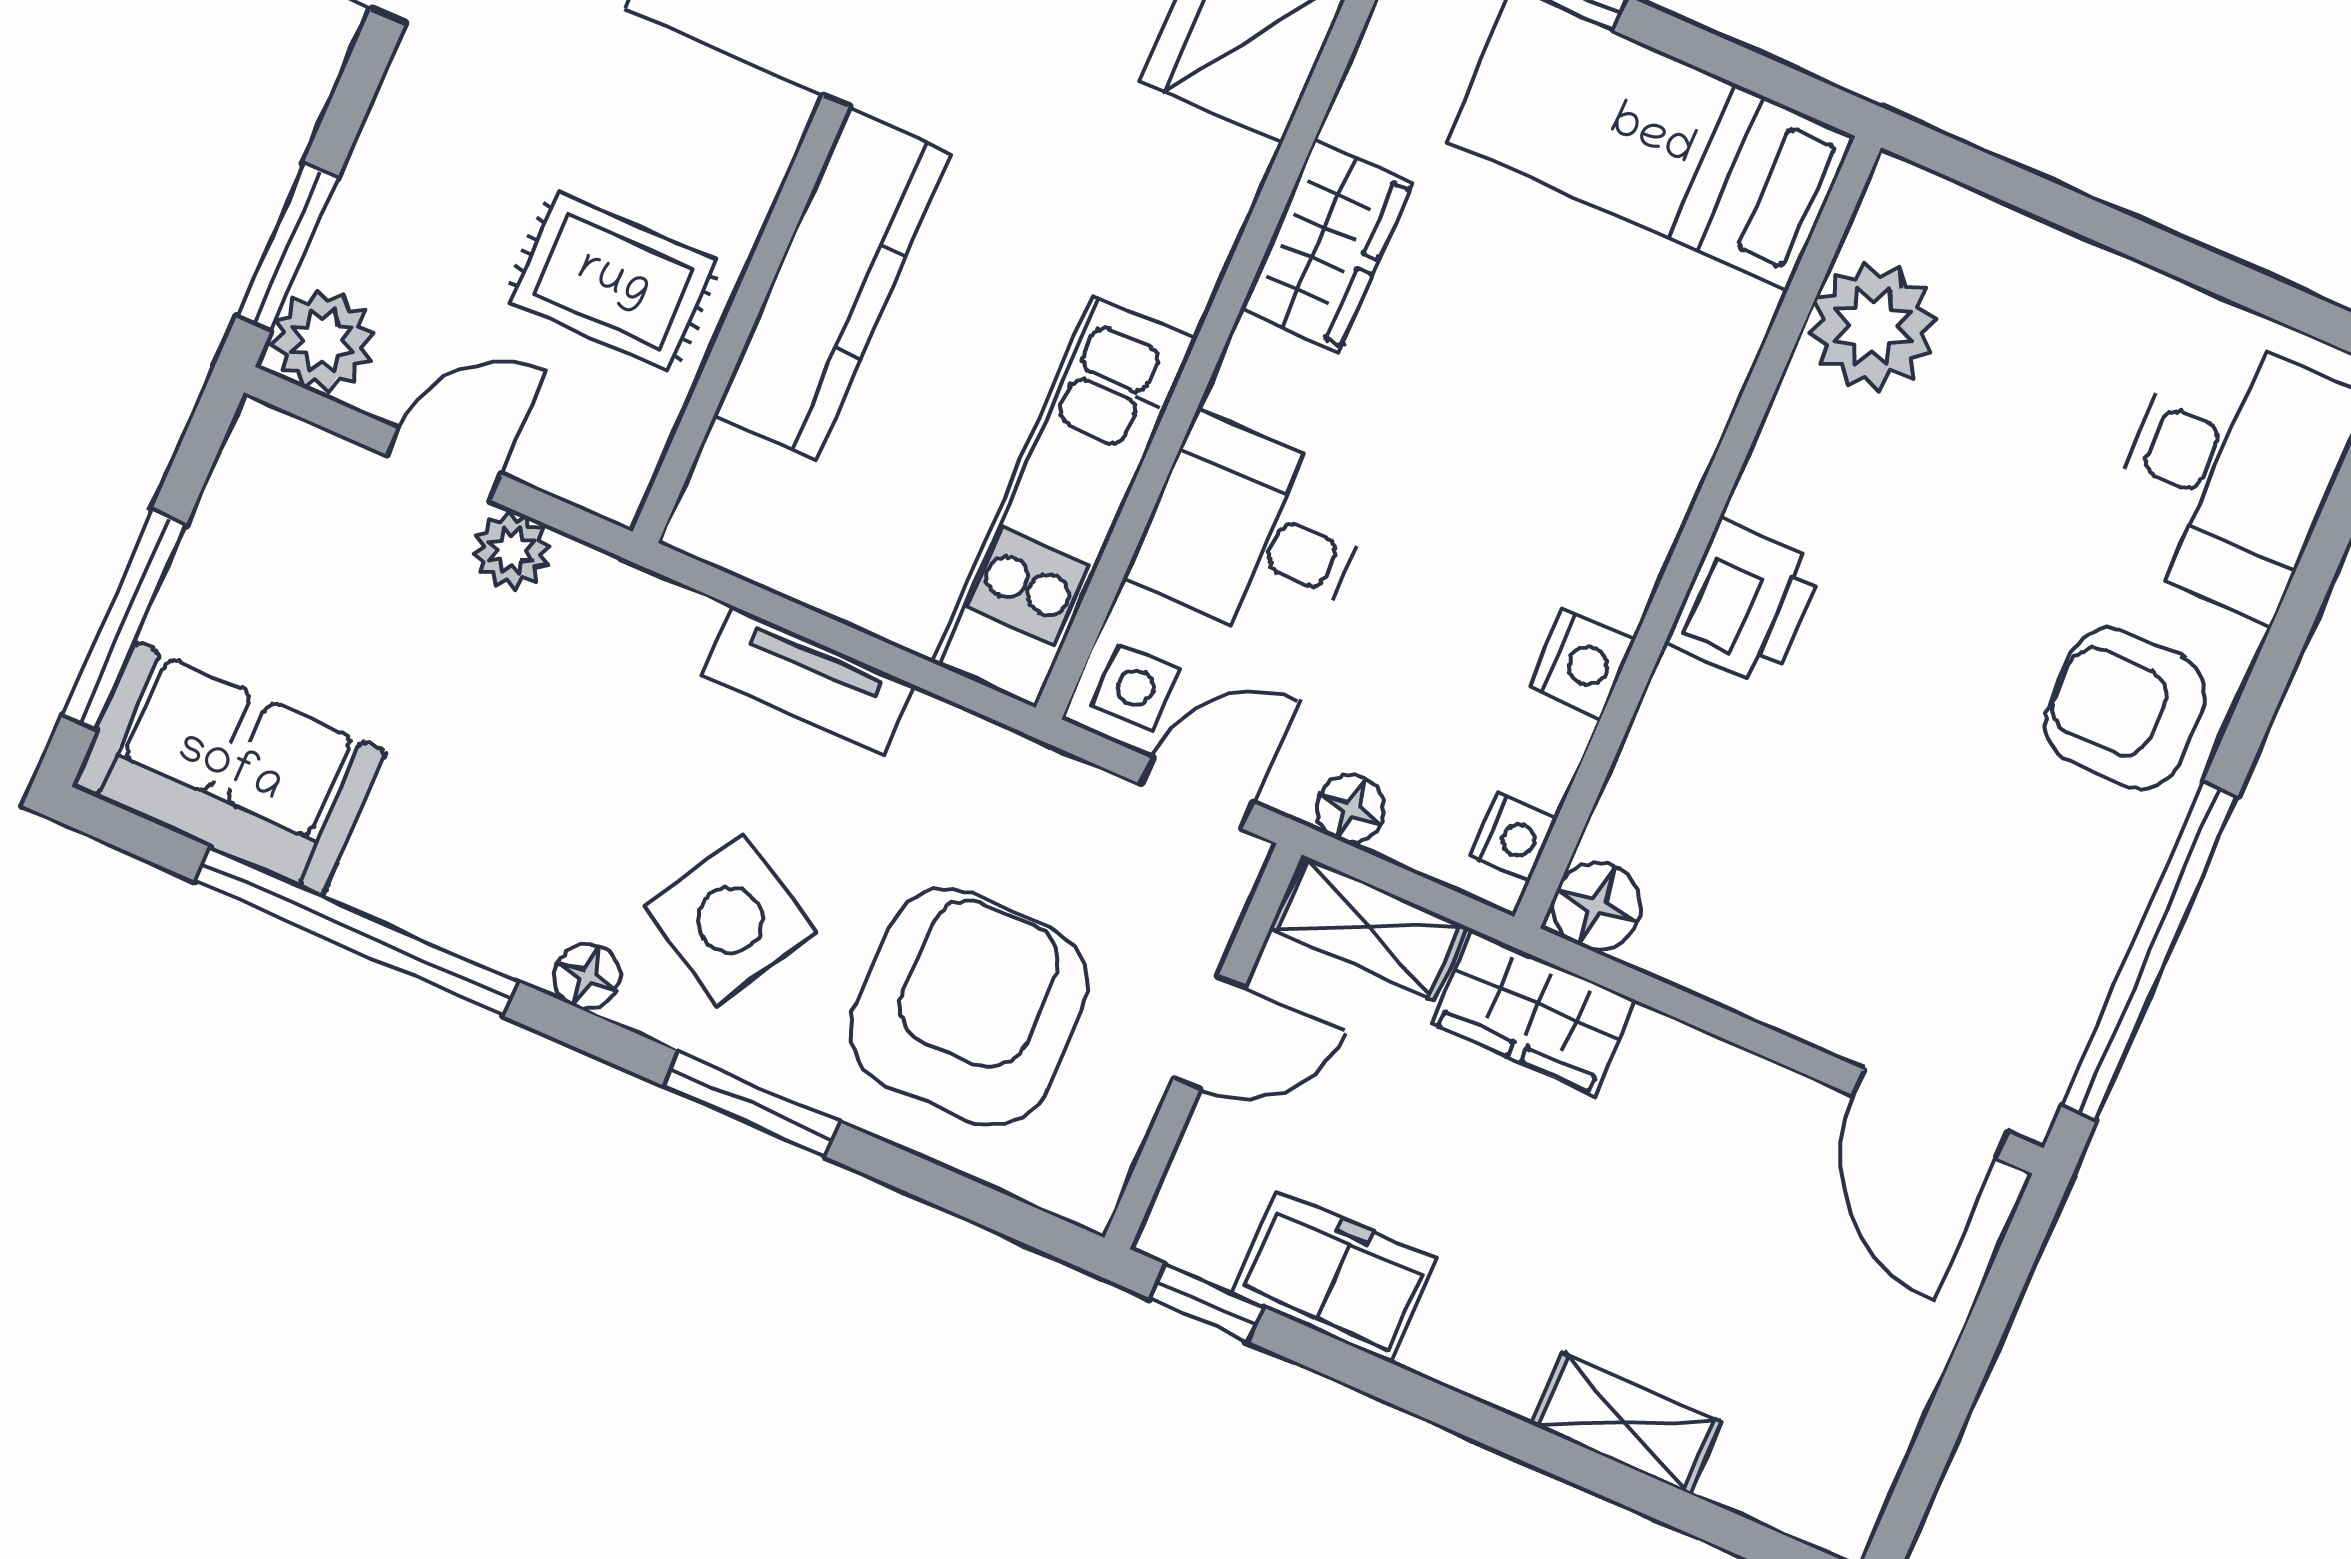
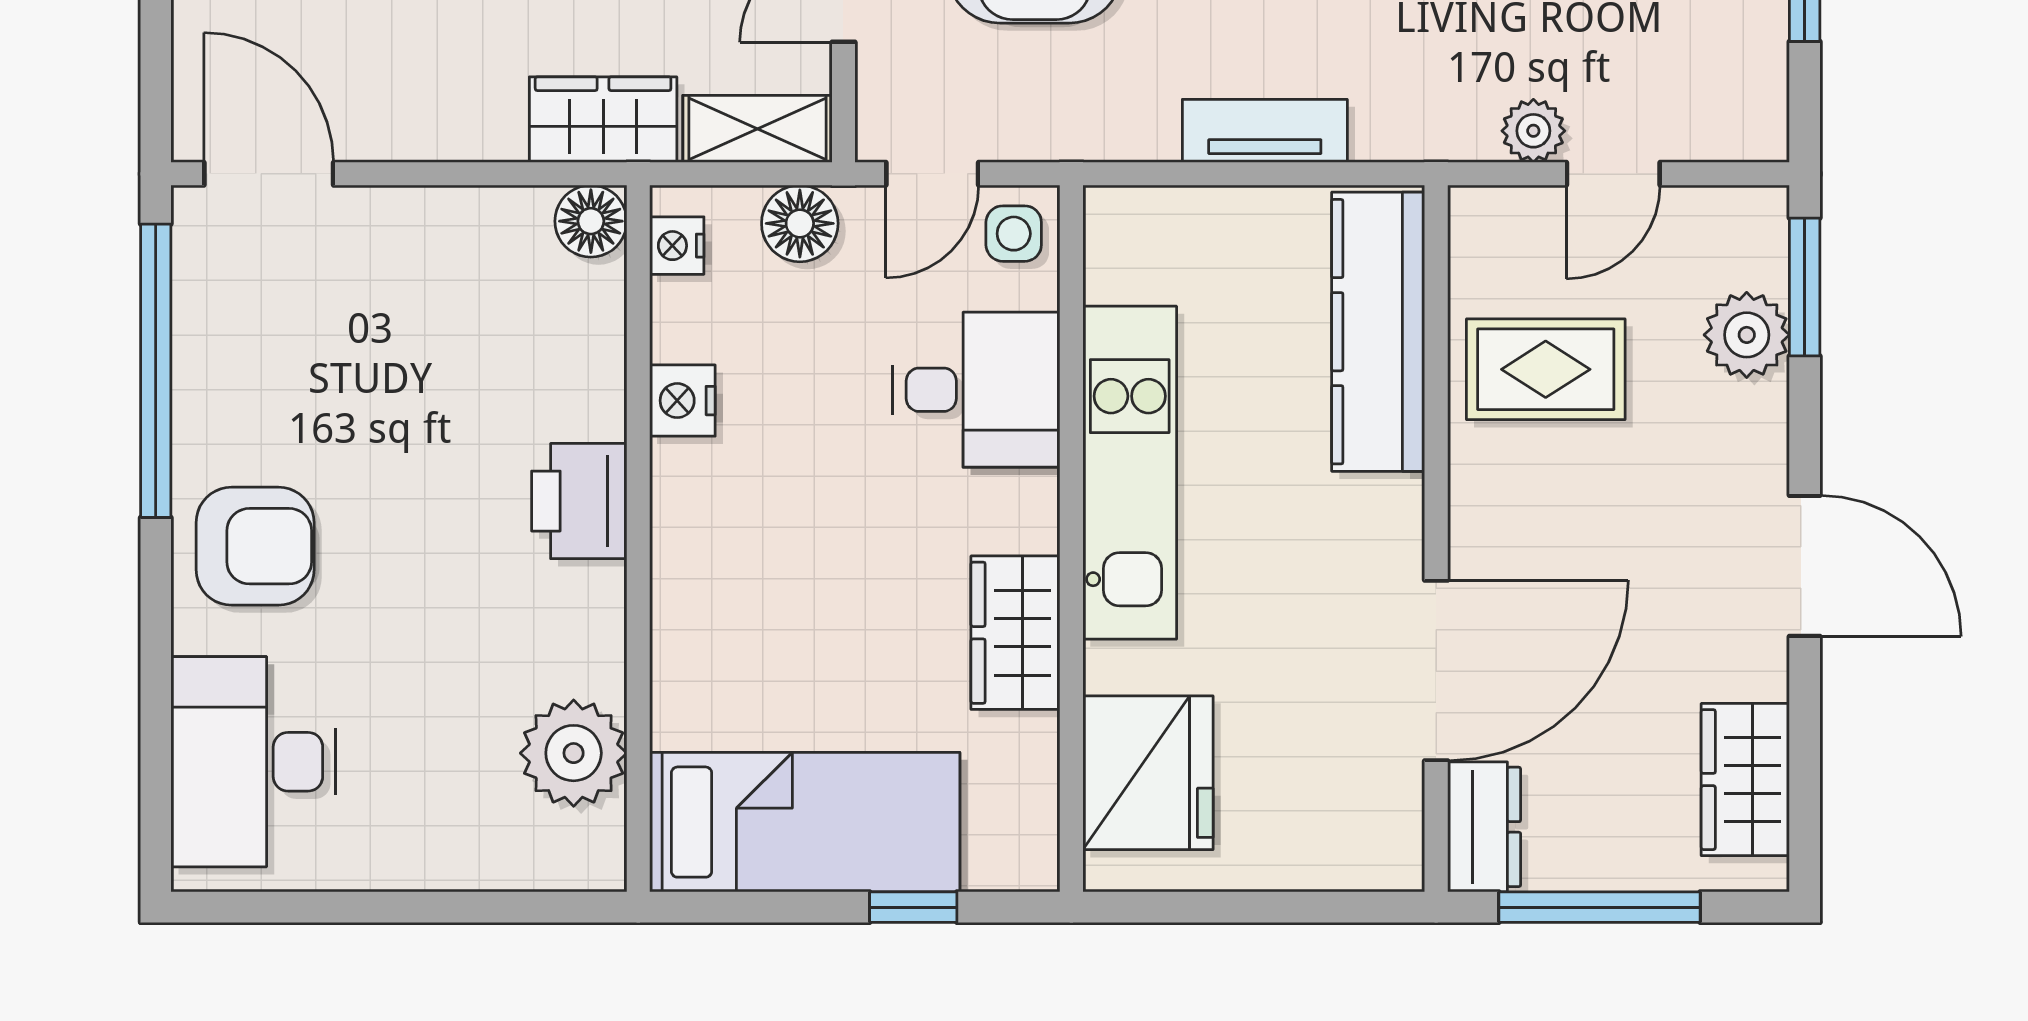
kitchen counter: (832, 285) -> (1378, 332), moved
plant: (323, 340) -> (1747, 335), moved
kitchen unit: (1064, 501) -> (1130, 473), moved
floor lamp: (1351, 809) -> (800, 223), width x1.37, depth x1.37

